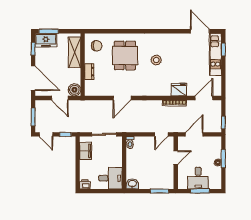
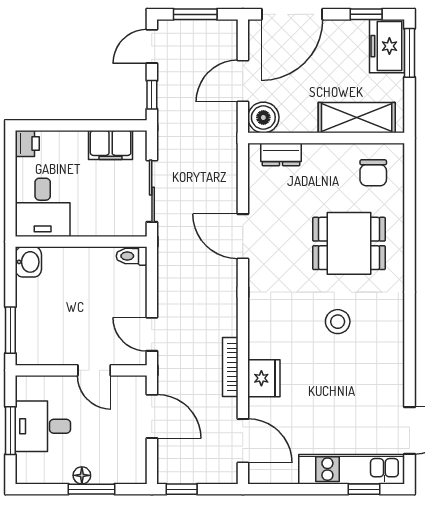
dresser: (89, 72) -> (281, 154), moved

